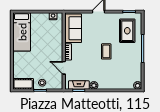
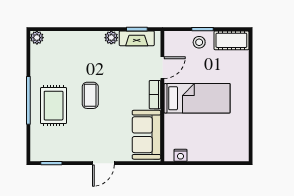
rug: (127, 31) -> (54, 106), moved
bed: (22, 32) -> (197, 98), moved, turned 90
door: (64, 68) -> (162, 68), hinge flipped

